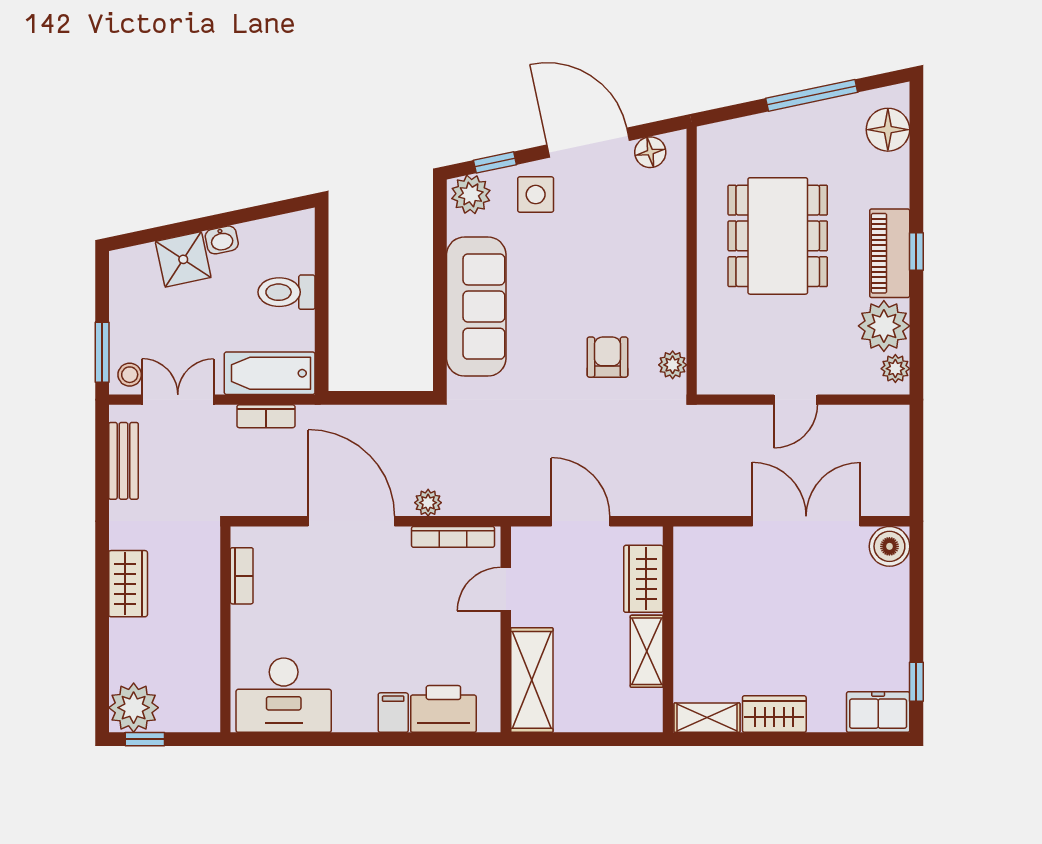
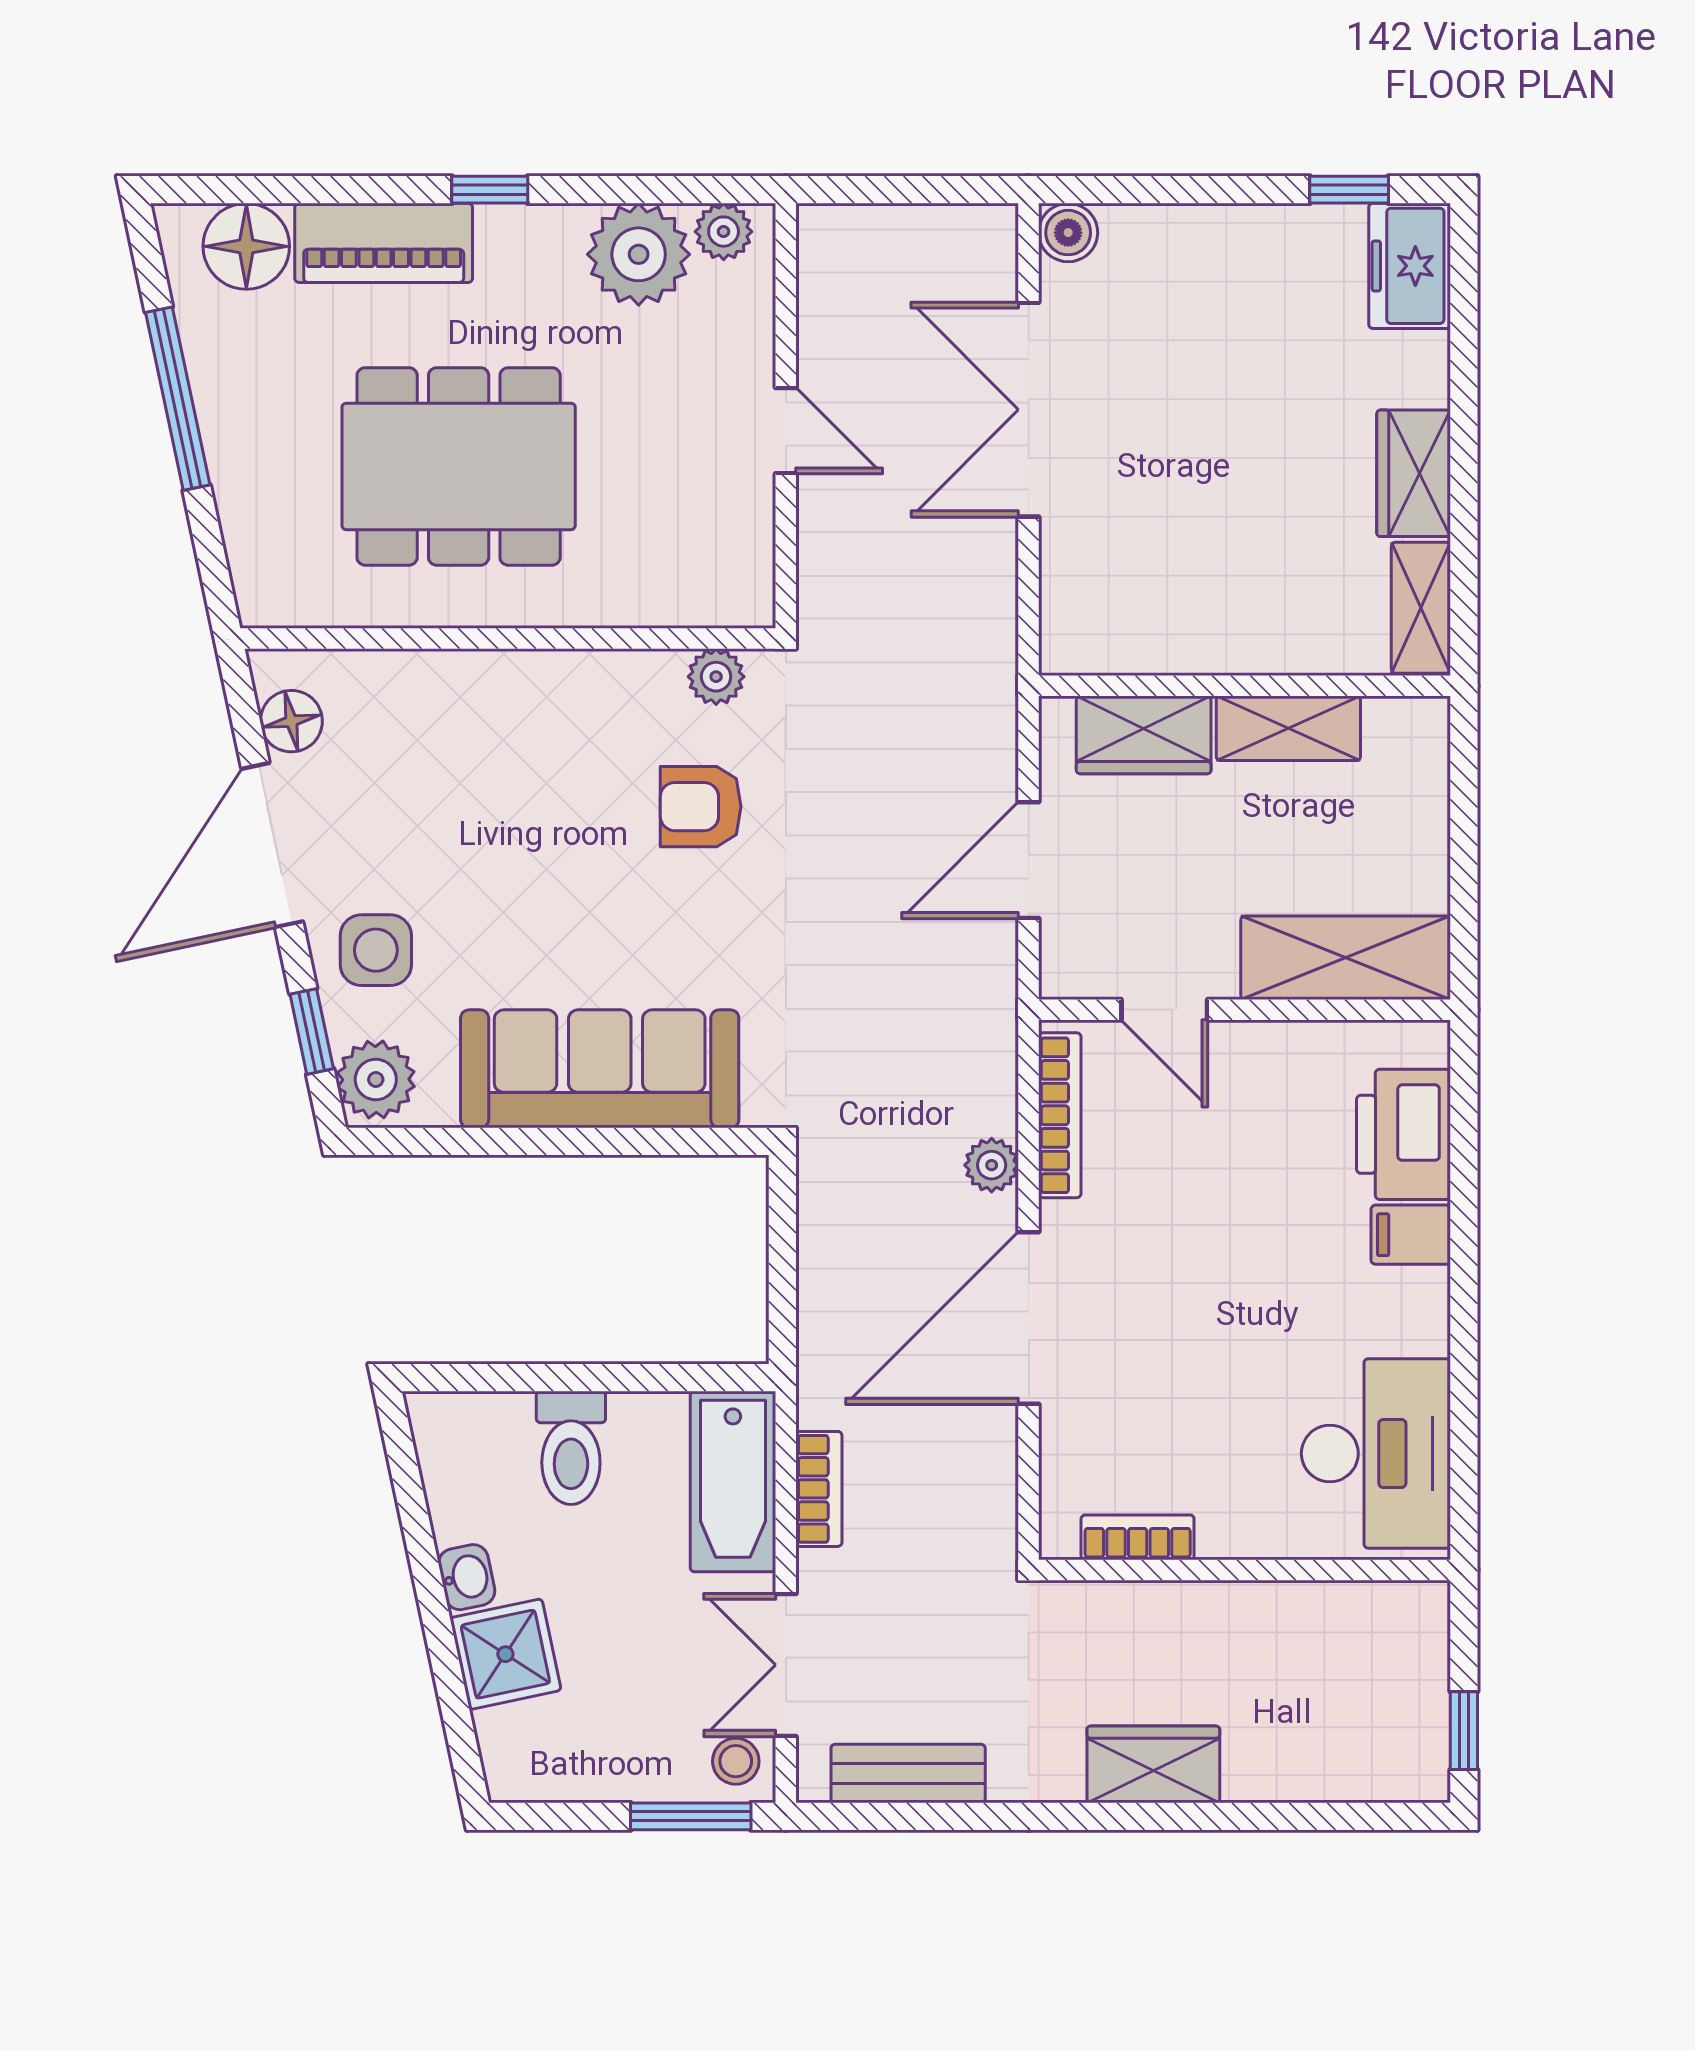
piano: (890, 253) -> (384, 243), moved
boiler: (889, 546) -> (1068, 233), width x0.73, depth x0.73
plant: (134, 708) -> (1401, 1753), removed

